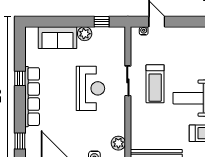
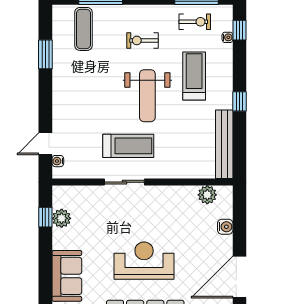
plant: (85, 34) -> (62, 218), moved
reception desk: (90, 88) -> (144, 261), moved

